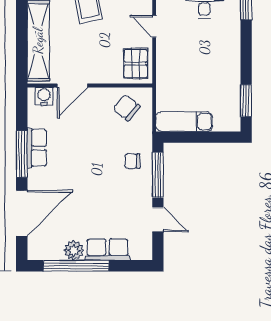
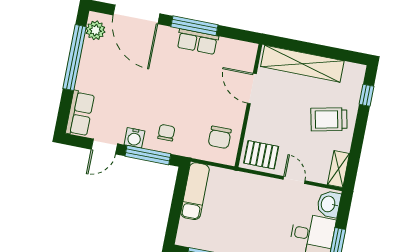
door: (154, 26) -> (294, 180), hinge flipped
water cooler: (44, 96) -> (134, 138), moved, turned 90
chair: (127, 108) -> (220, 137), turned 141
plant: (74, 250) -> (95, 30), moved
row of seats: (107, 250) -> (80, 114), moved

